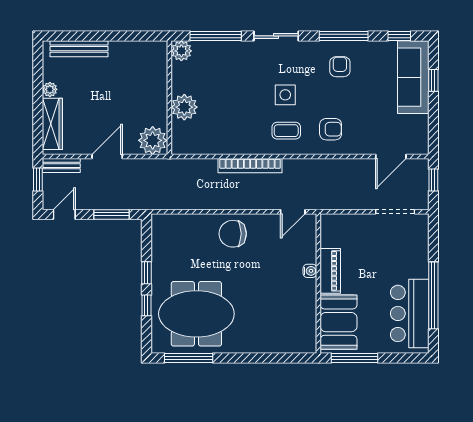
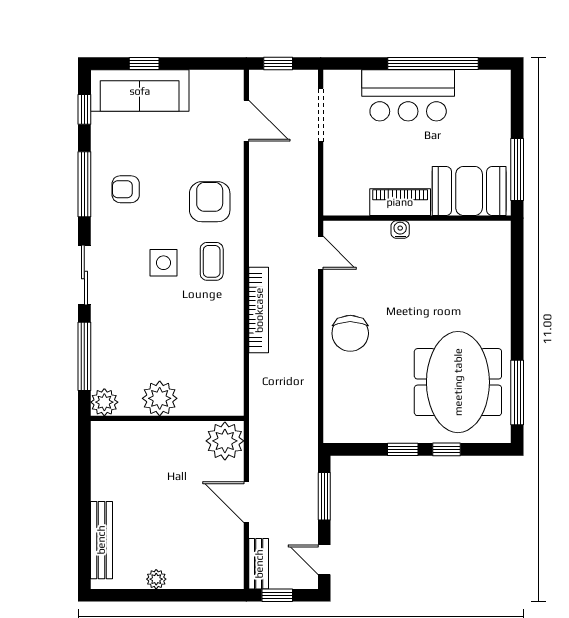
plant: (184, 107) -> (160, 398), moved
wardrobe: (52, 124) -> (203, 576), removed
armchair: (331, 129) -> (210, 202), width x1.38, depth x1.38
bar counter: (410, 313) -> (408, 95), moved

